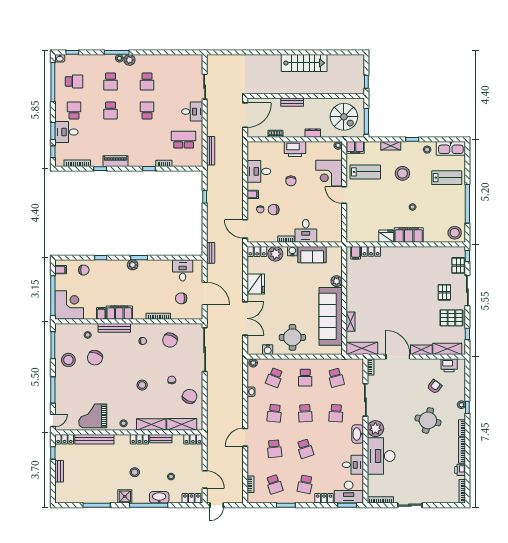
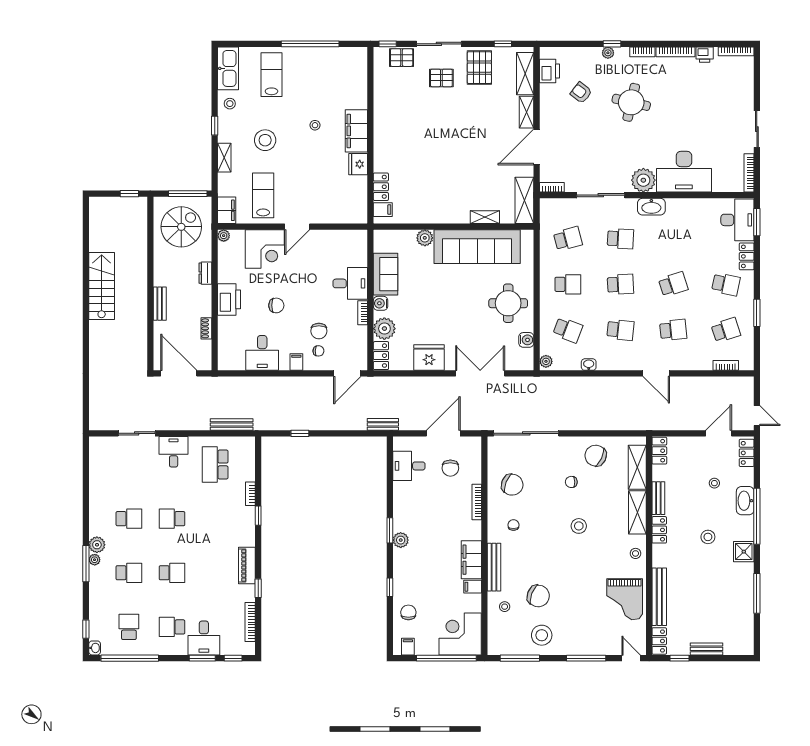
stool: (455, 233) -> (353, 63), removed
desk: (353, 465) -> (697, 214), removed

